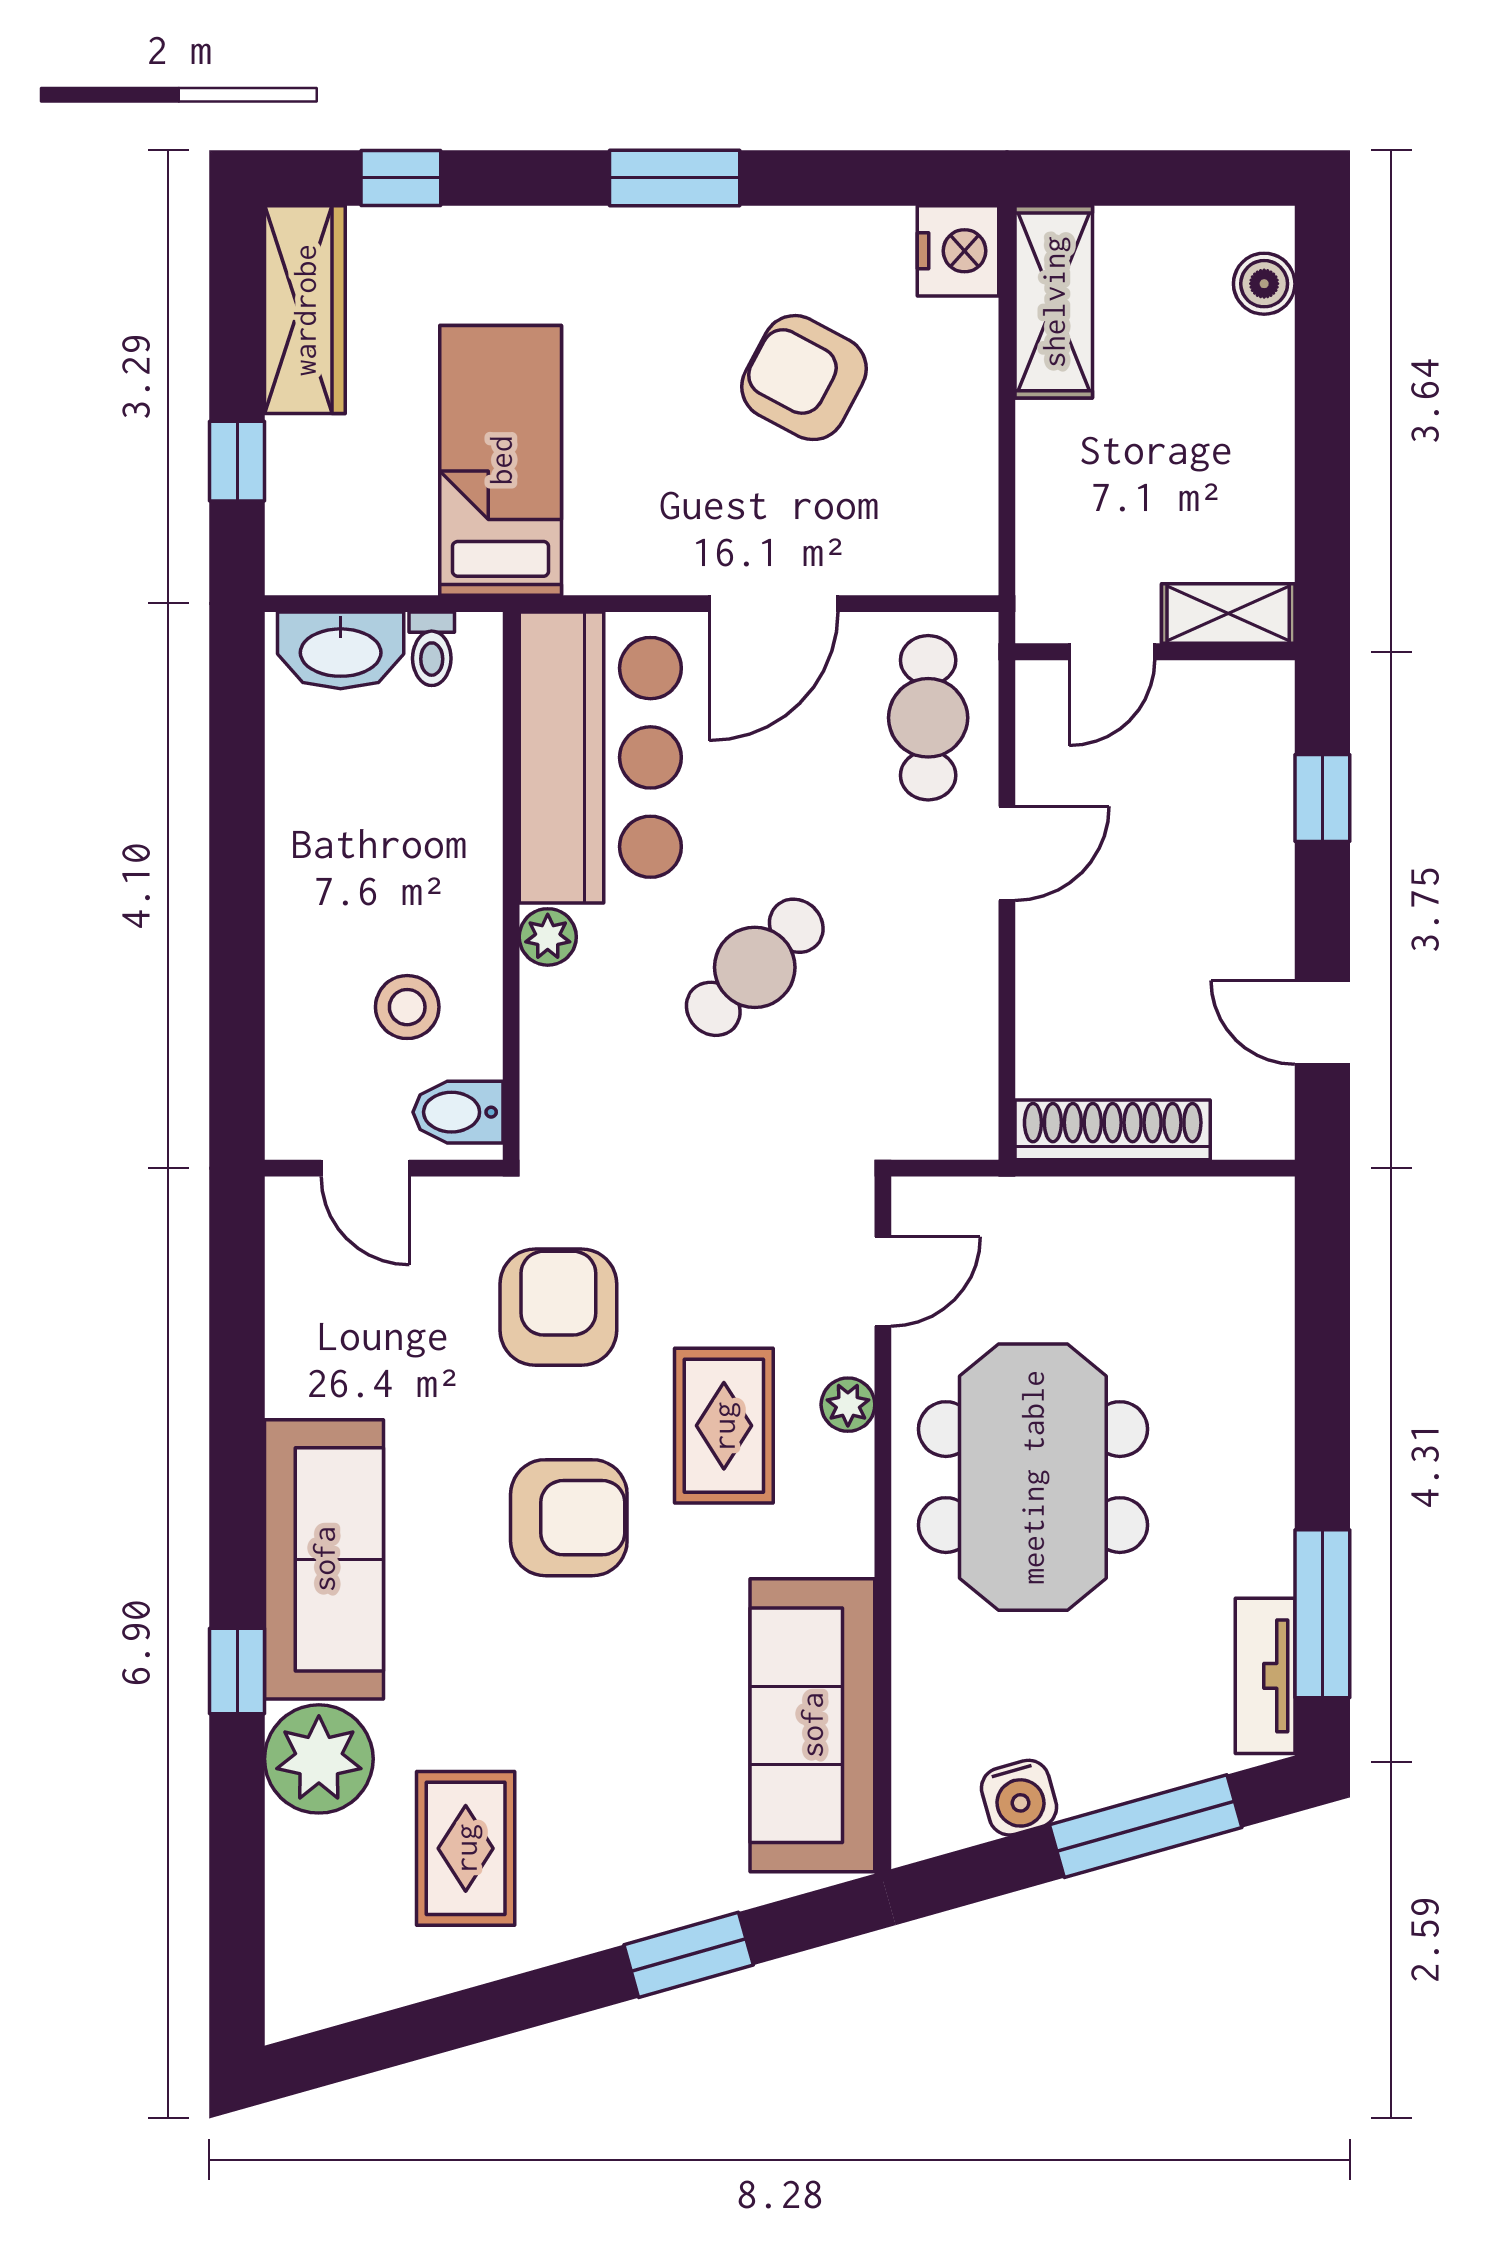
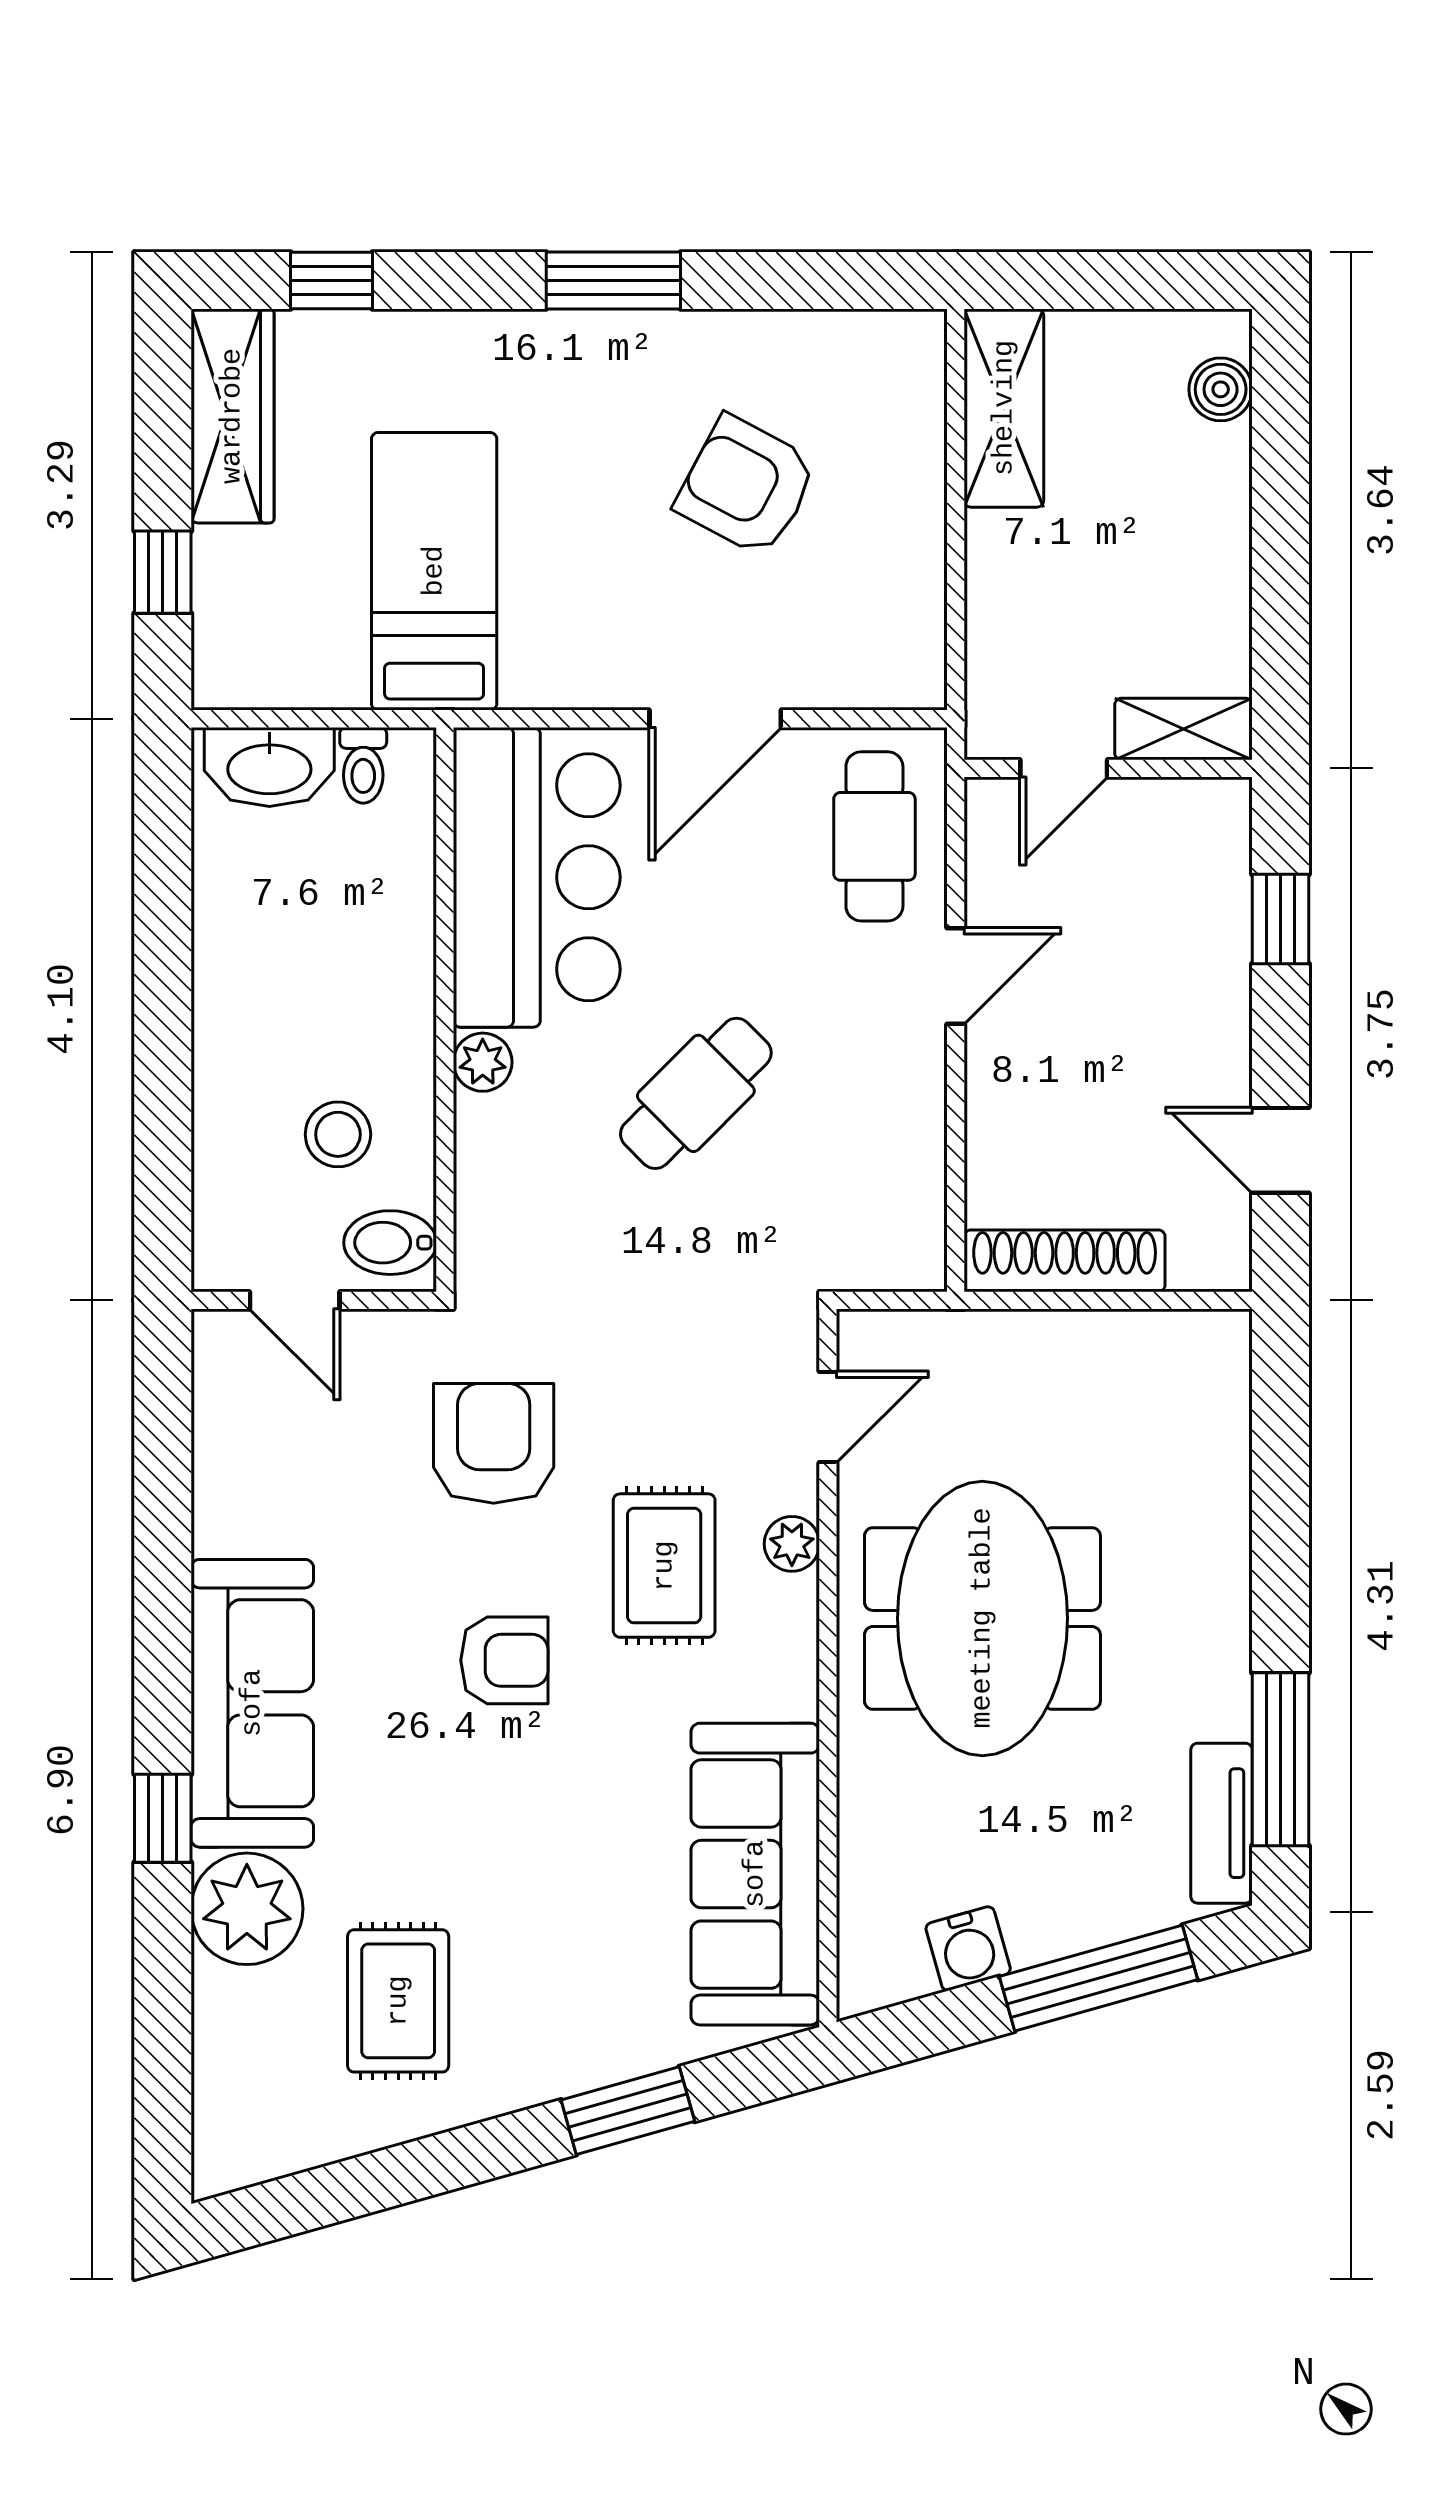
nightstand: (958, 251) -> (905, 355), removed
armchair: (569, 1518) -> (504, 1660), width x0.72, depth x0.72

